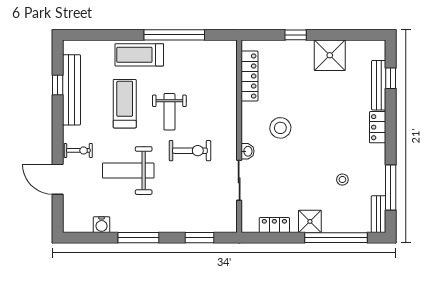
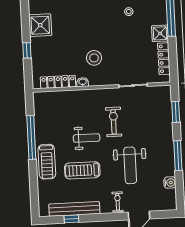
washbasin: (248, 151) -> (83, 82), moved
locker: (274, 225) -> (164, 59), width x1.53

